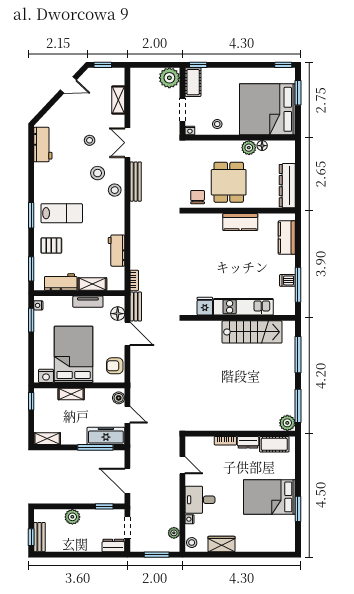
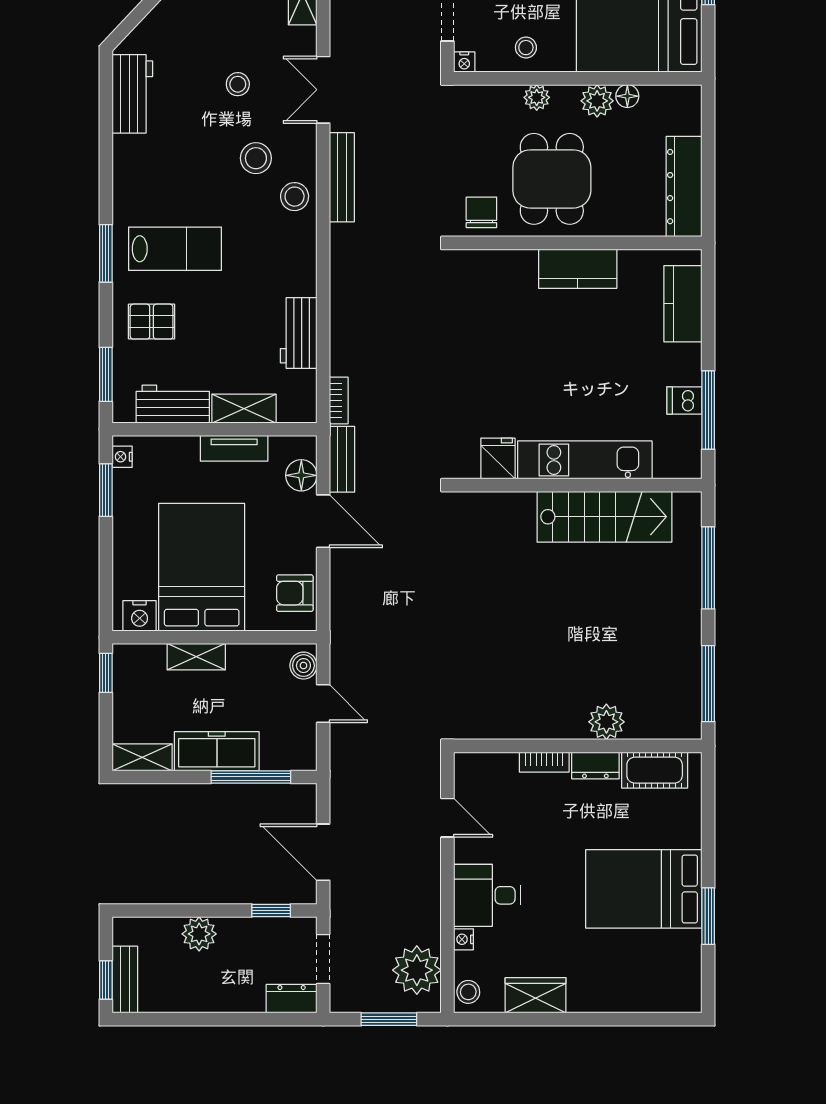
plant: (222, 146) -> (537, 97), added
plant: (287, 423) -> (606, 722), moved
freezer: (106, 436) -> (217, 751), moved
plant: (174, 533) -> (417, 970), width x1.87, depth x1.87

